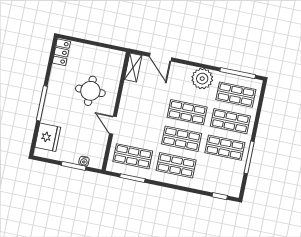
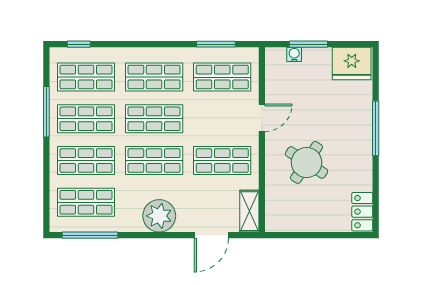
door: (160, 57) -> (211, 235), swing flipped
plant: (202, 79) -> (159, 216), moved
round table: (90, 91) -> (307, 162), turned 33
shop shelf: (144, 103) -> (222, 161), added
door: (113, 125) -> (262, 118), hinge flipped
fridge: (48, 137) -> (352, 63), moved, turned -90
shop shelf: (219, 174) -> (86, 77), added

